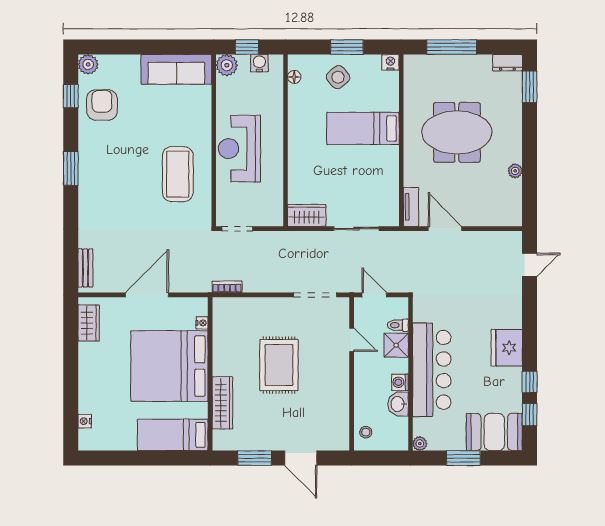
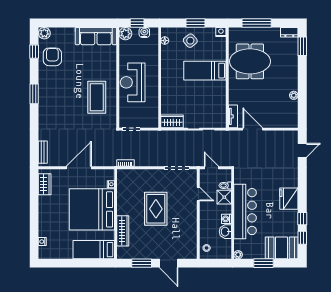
meeting table: (457, 132) -> (250, 61), moved

